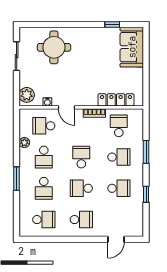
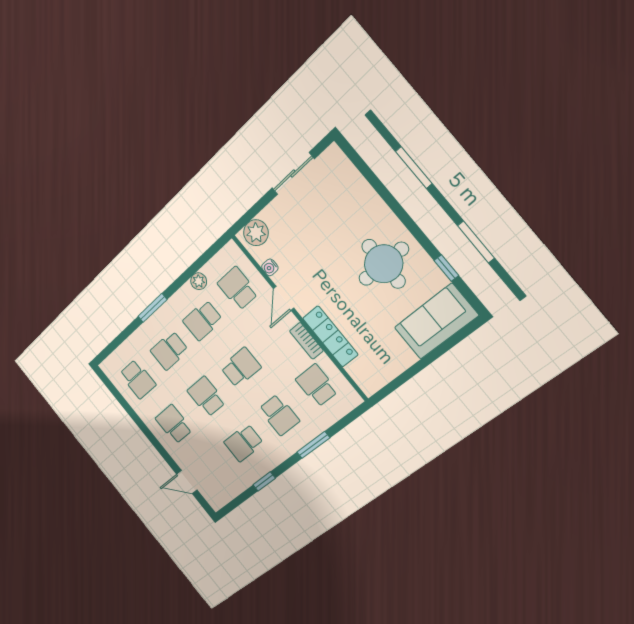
round table: (54, 47) -> (384, 264), moved
locker: (116, 100) -> (330, 336), moved
school desk: (119, 126) -> (317, 385), turned -90
school desk: (119, 188) -> (244, 443), turned 90
school desk: (81, 220) -> (174, 424), turned 180

